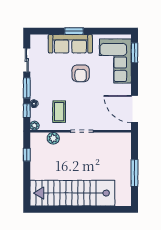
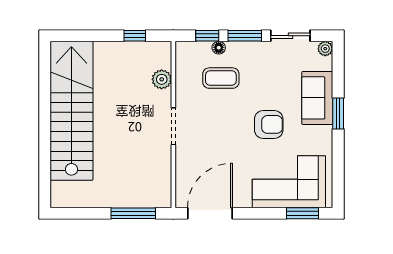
sofa: (70, 44) -> (317, 98), width x0.73
armchair: (81, 73) -> (269, 124), turned 180
coffee table: (59, 112) -> (221, 78), moved
plant: (35, 126) -> (325, 49), moved
window: (135, 173) -> (133, 213), moved

